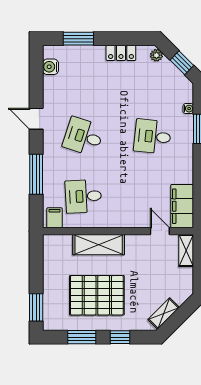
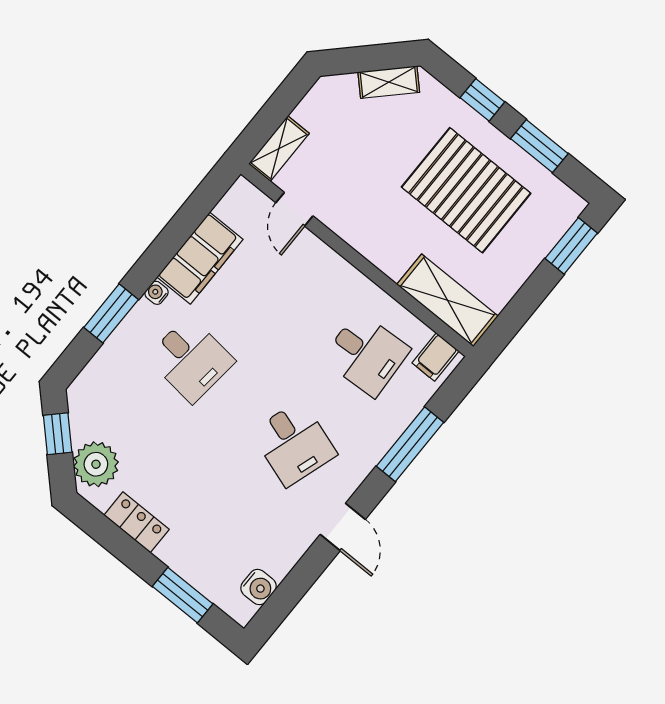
plant: (156, 55) -> (96, 464), width x1.87, depth x1.87
water cooler: (188, 109) -> (157, 293), moved
filing cabinet: (182, 206) -> (200, 258), moved
shelving: (99, 245) -> (448, 300), moved

